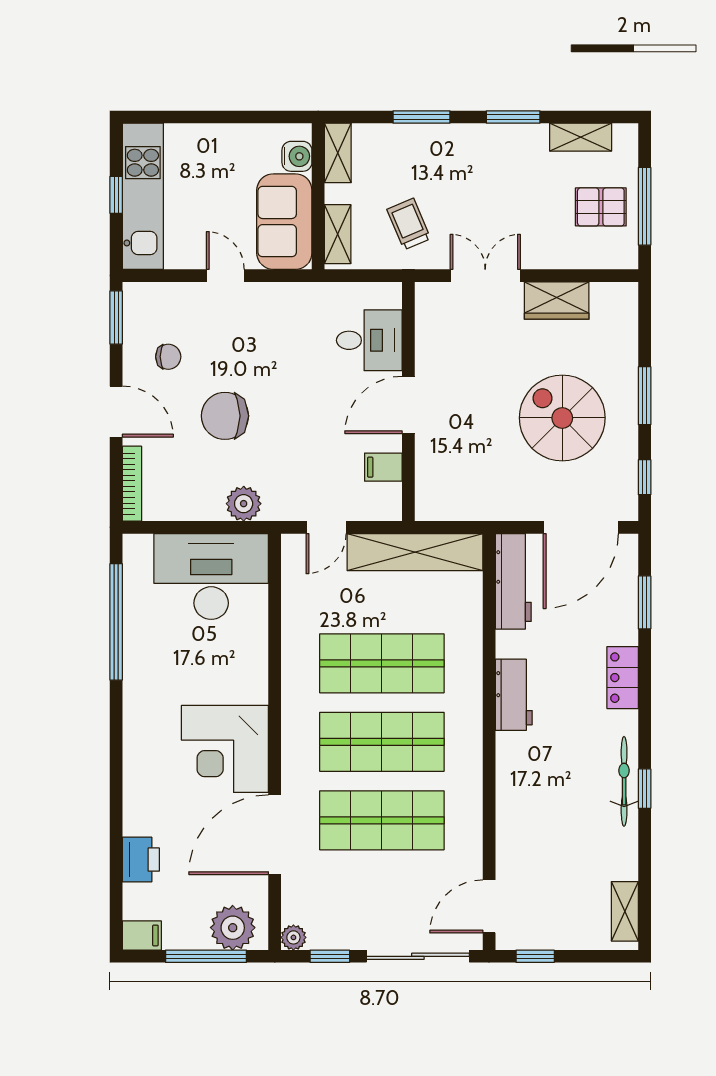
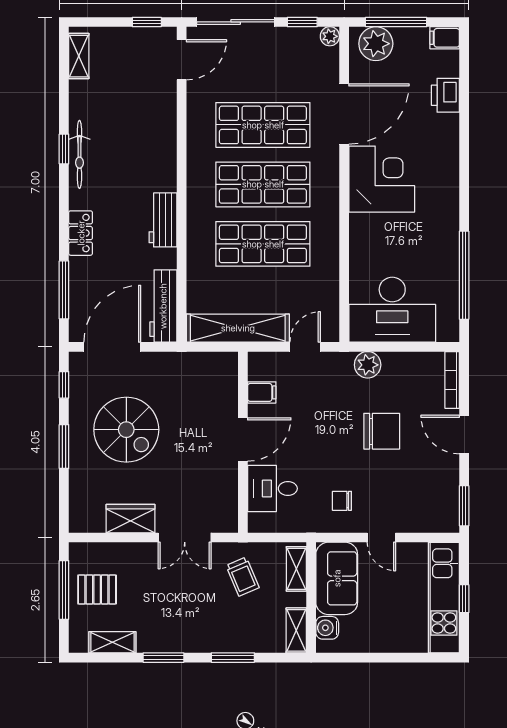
chair: (168, 357) -> (342, 501), moved
window: (645, 602) -> (64, 290), width x1.44

